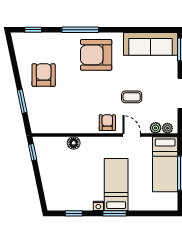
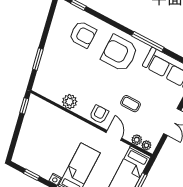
window: (80, 30) -> (148, 42), moved
armchair: (44, 75) -> (83, 34), moved, turned 90
plant: (73, 125) -> (70, 102), added
floor lamp: (74, 143) -> (62, 116), removed

